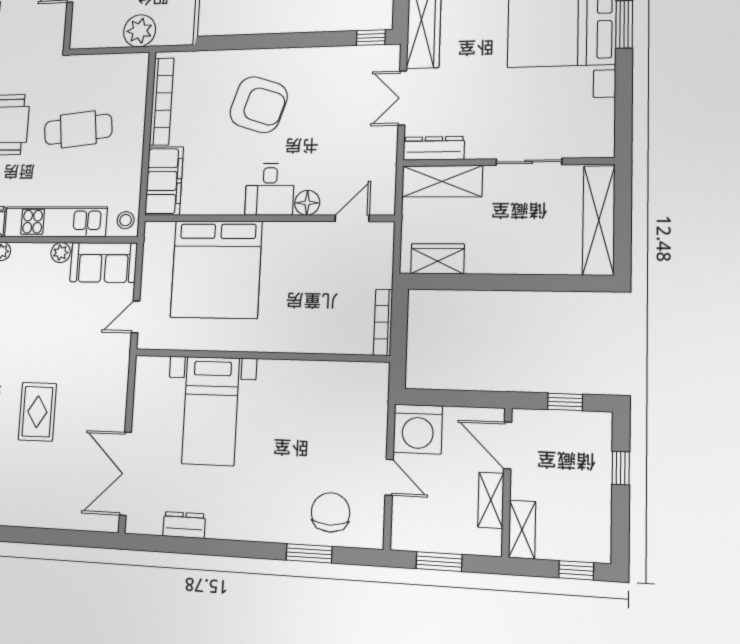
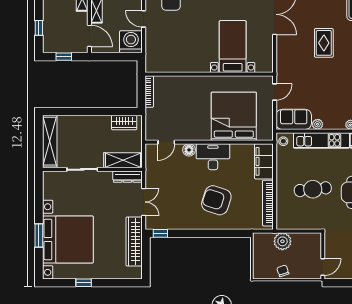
desk: (270, 189) -> (213, 157), width x1.37

